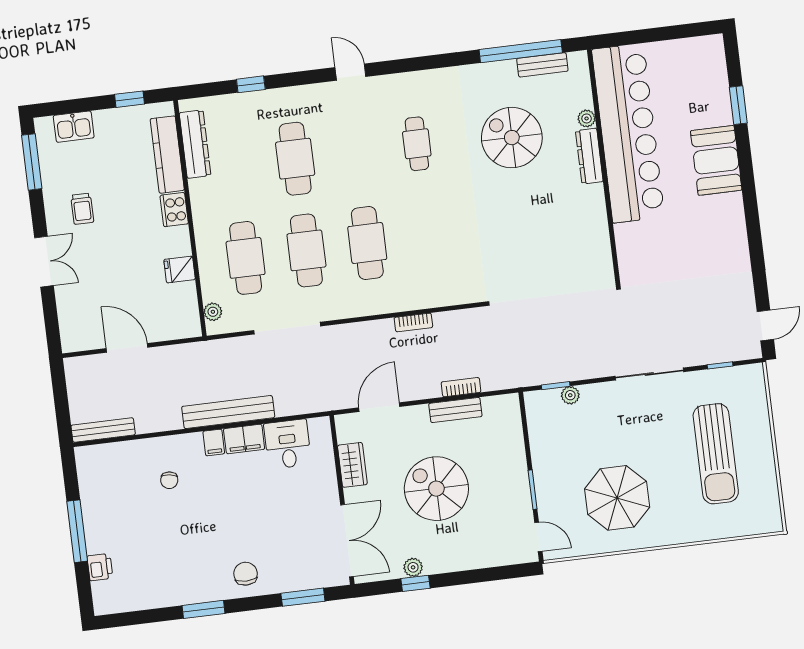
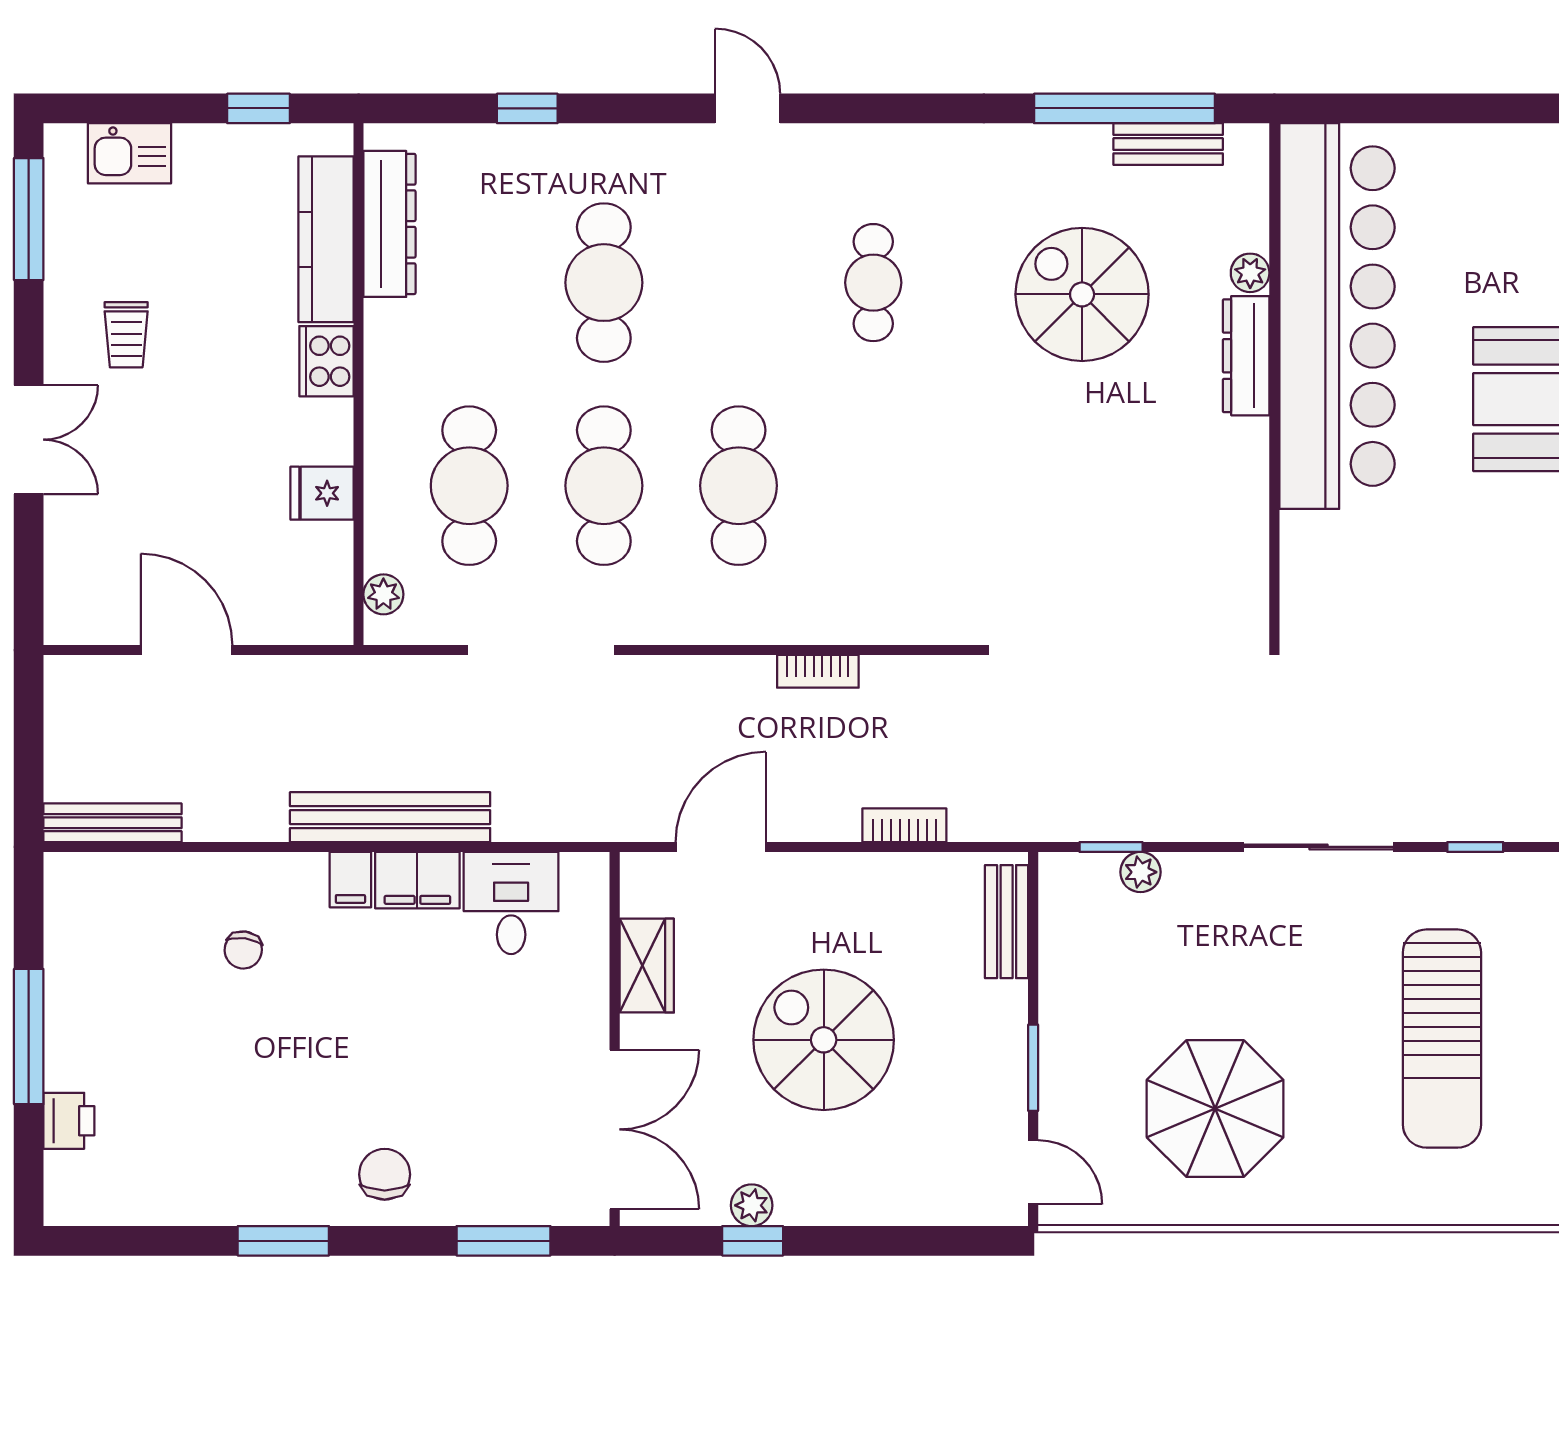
bench: (455, 410) -> (1007, 922), moved, turned 90

